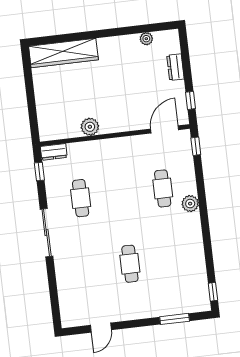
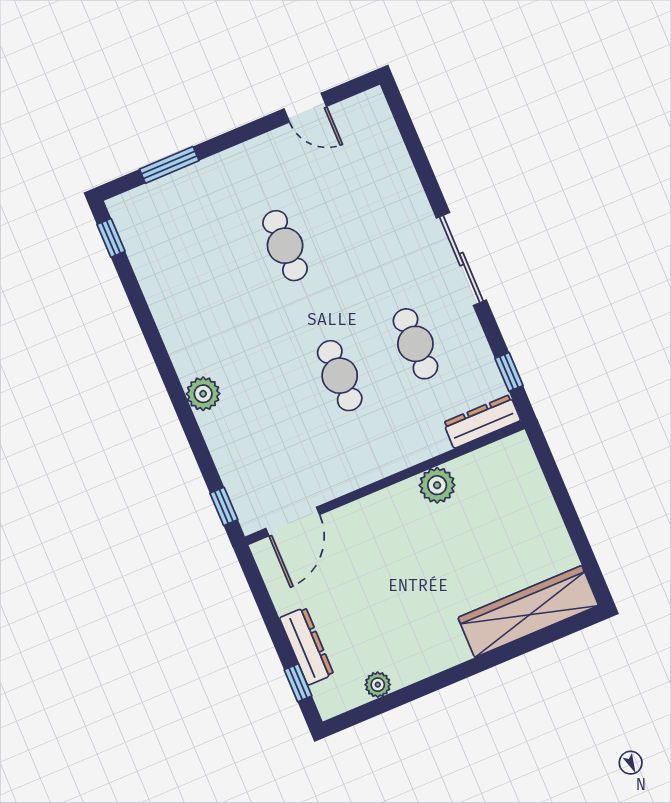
dresser: (175, 67) -> (307, 646), width x1.44
window: (190, 100) -> (298, 683), moved
dresser: (54, 152) -> (482, 421), width x1.44
cafe table: (163, 188) -> (340, 376), moved
door: (101, 328) -> (305, 108), swing flipped

